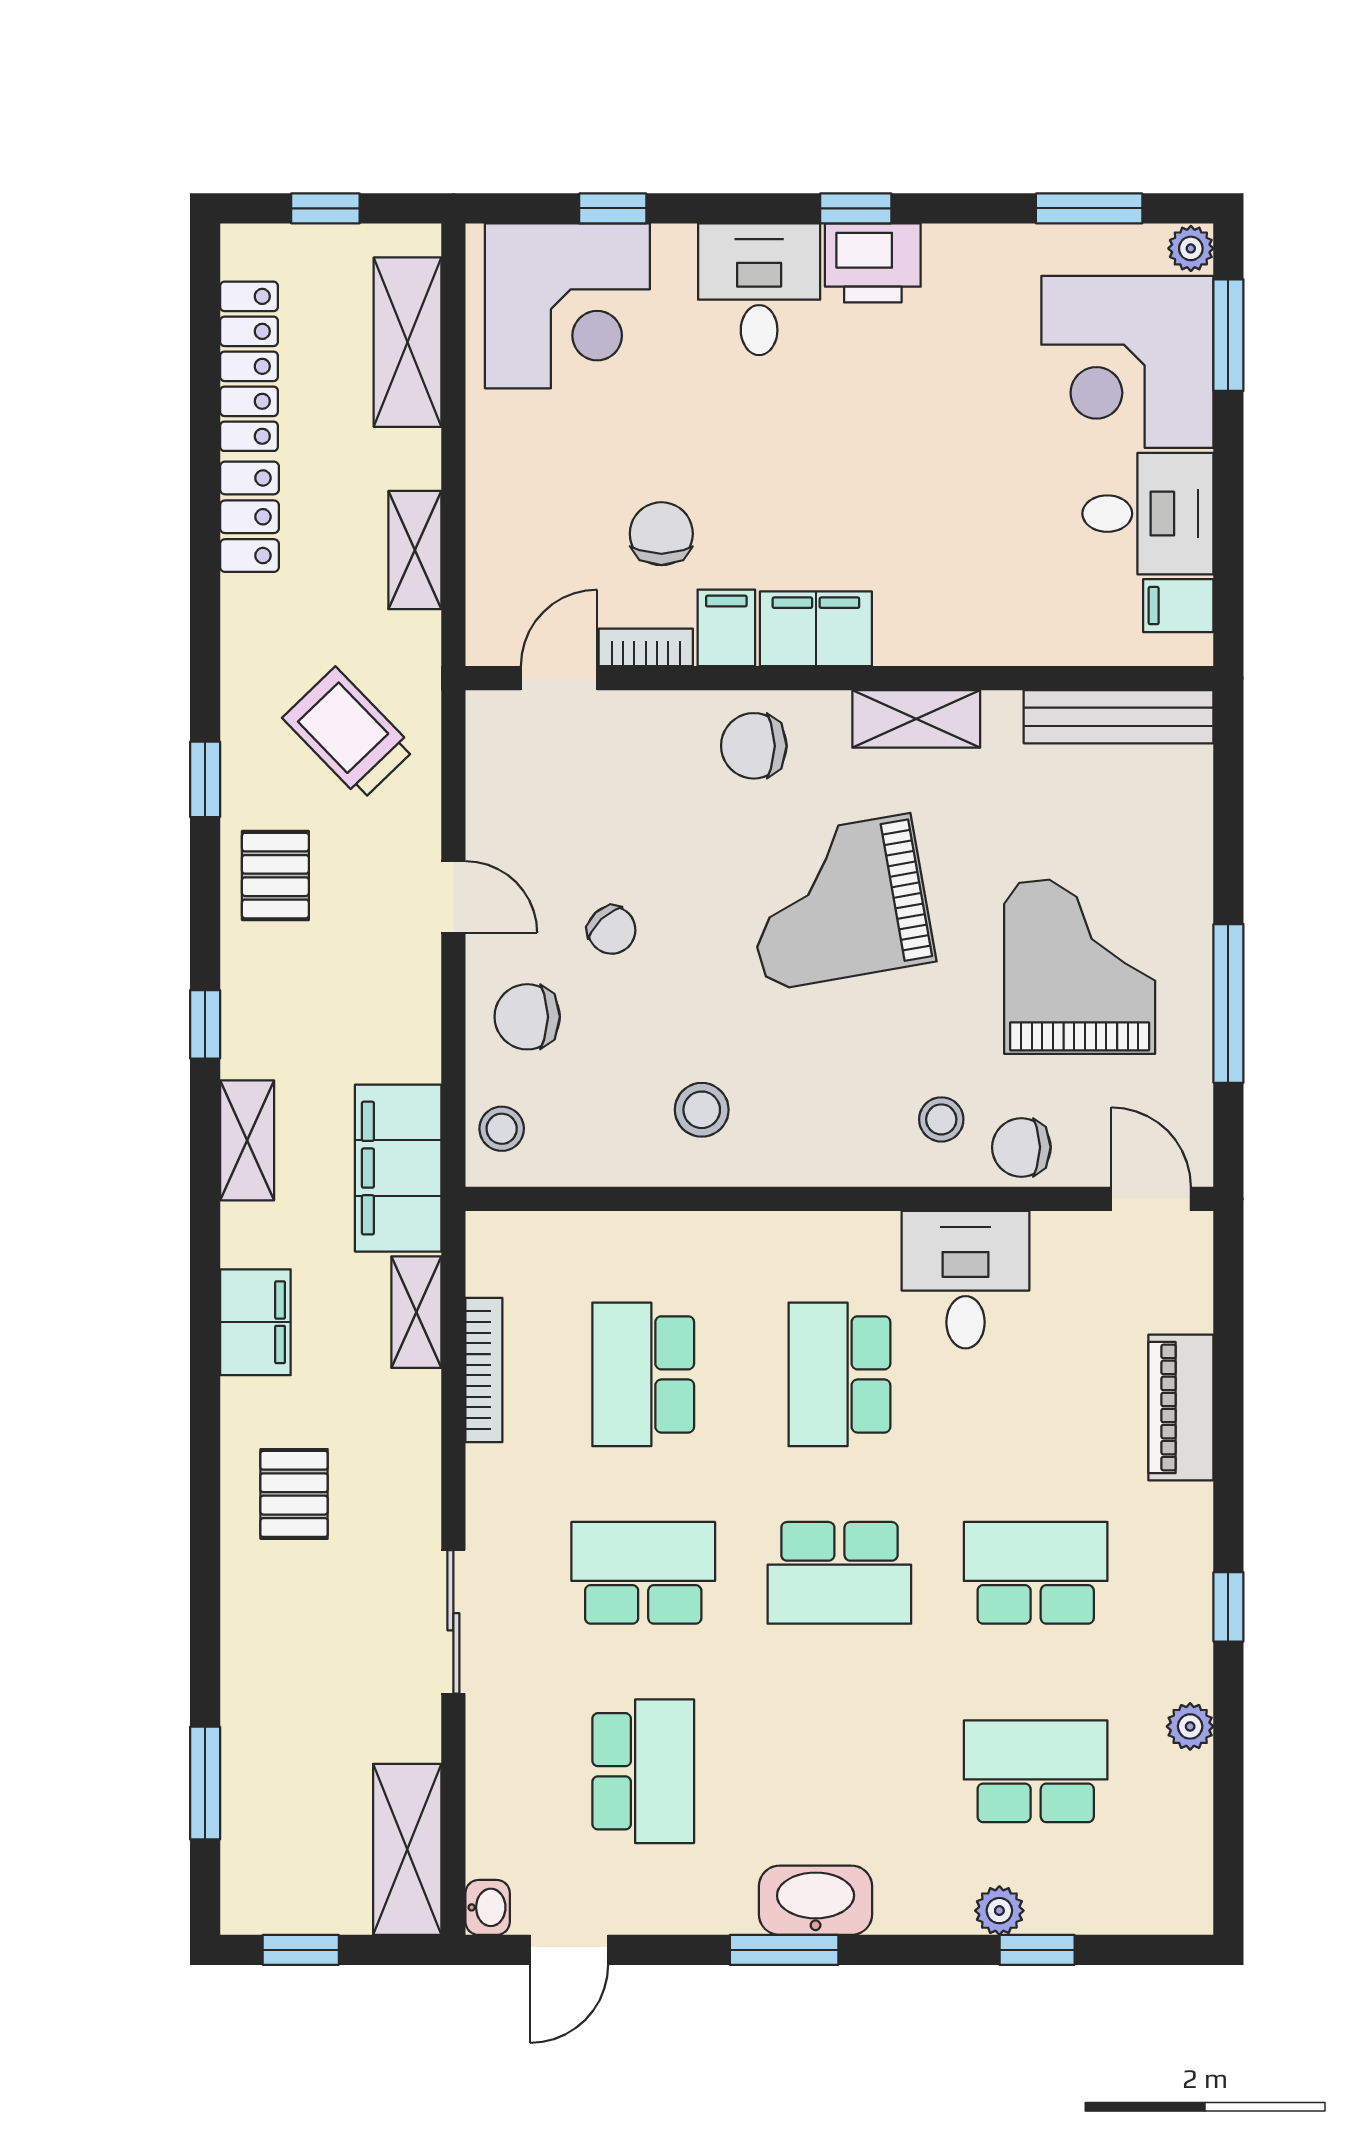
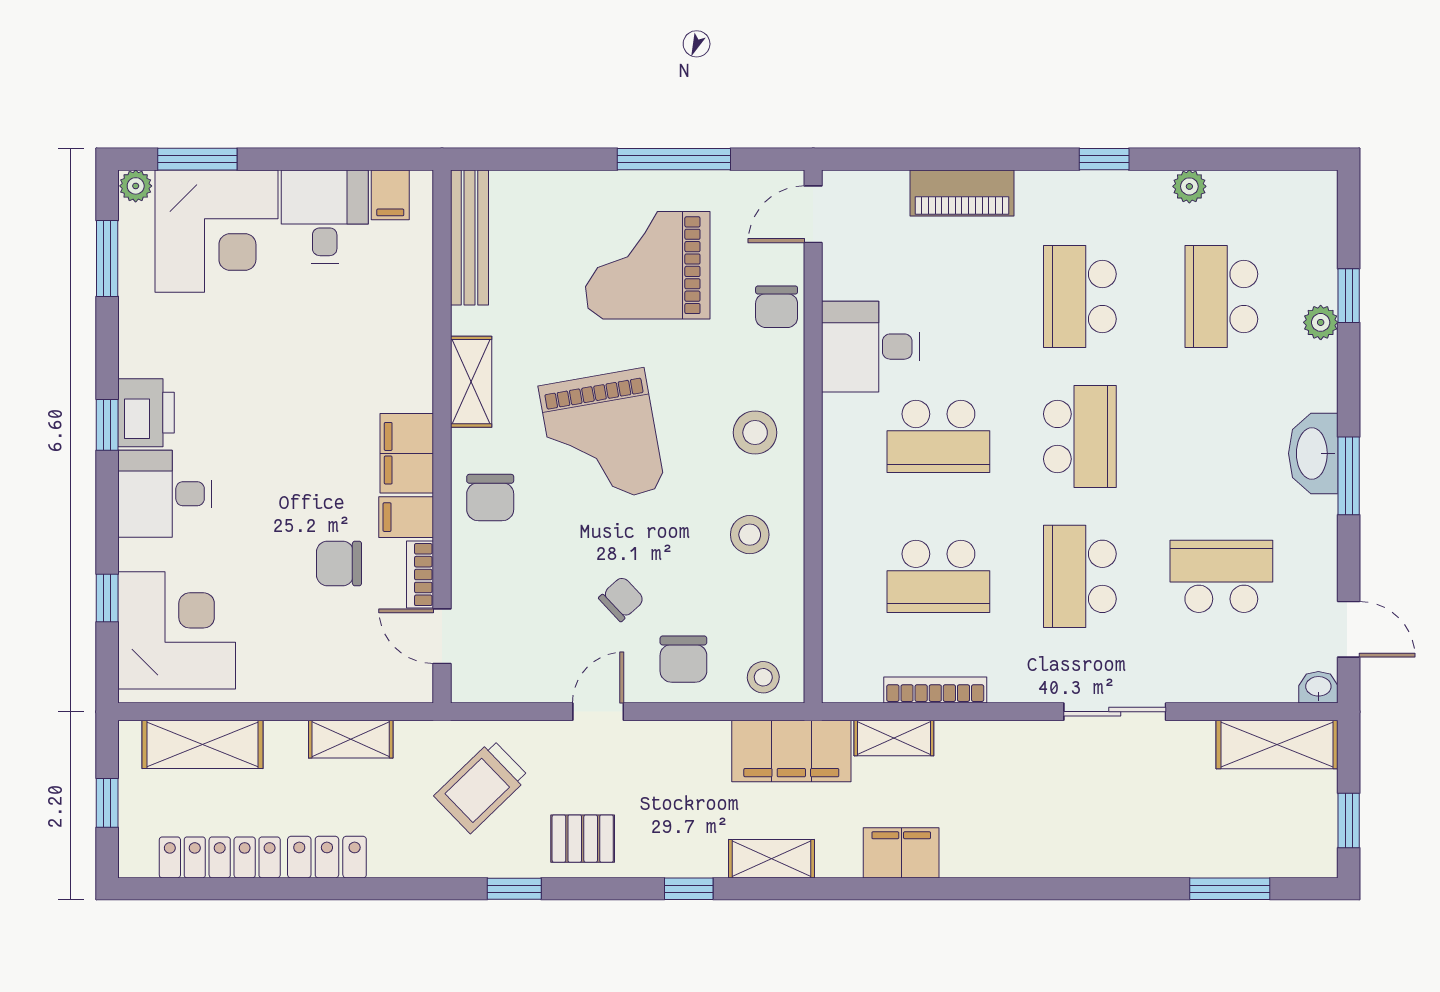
stool: (941, 1119) -> (755, 433), moved, width x1.37, depth x1.37
pallet: (294, 1494) -> (1024, 825), removed

